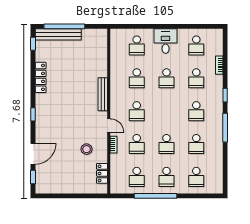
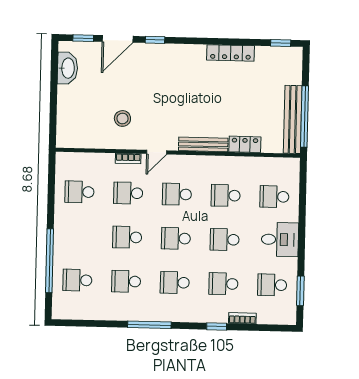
window: (64, 26) -> (305, 117), moved
window: (200, 26) -> (300, 291), added
bench: (58, 34) -> (293, 119), moved
window: (225, 95) -> (217, 326), moved
window: (33, 114) -> (155, 40), moved
door: (33, 154) -> (118, 39), hinge flipped
locker: (102, 173) -> (245, 144), moved
school desk: (166, 177) -> (176, 238), moved
washbasin: (53, 187) -> (67, 68), added
window: (156, 196) -> (50, 261), moved

